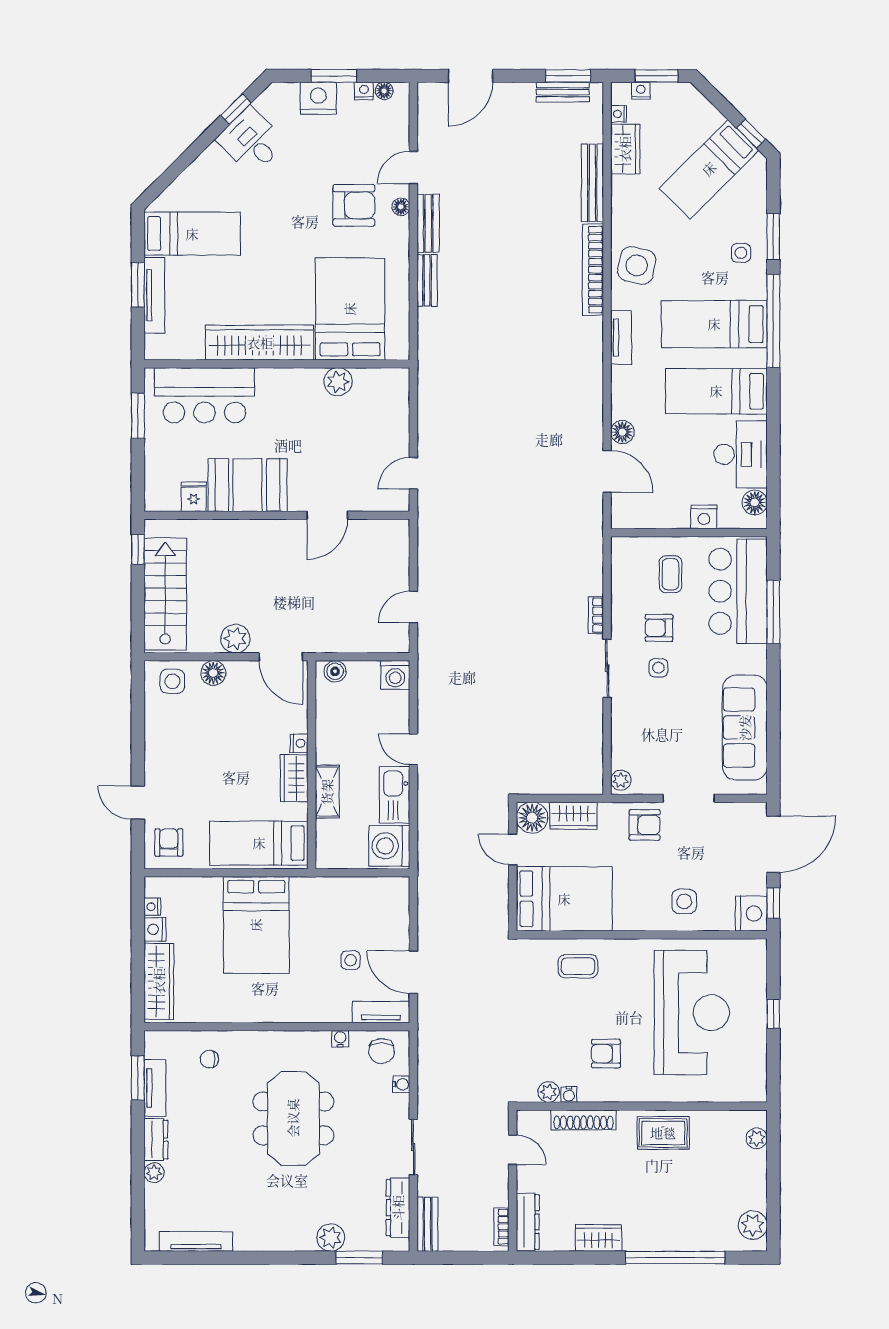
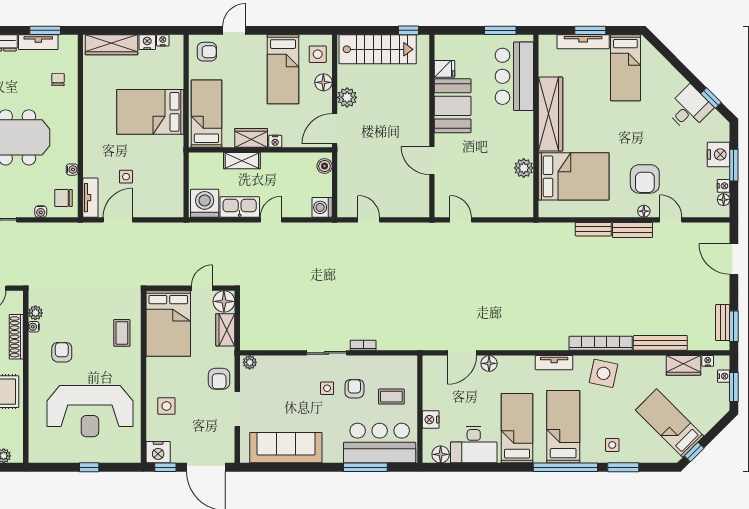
bed: (194, 732) -> (283, 69), added

